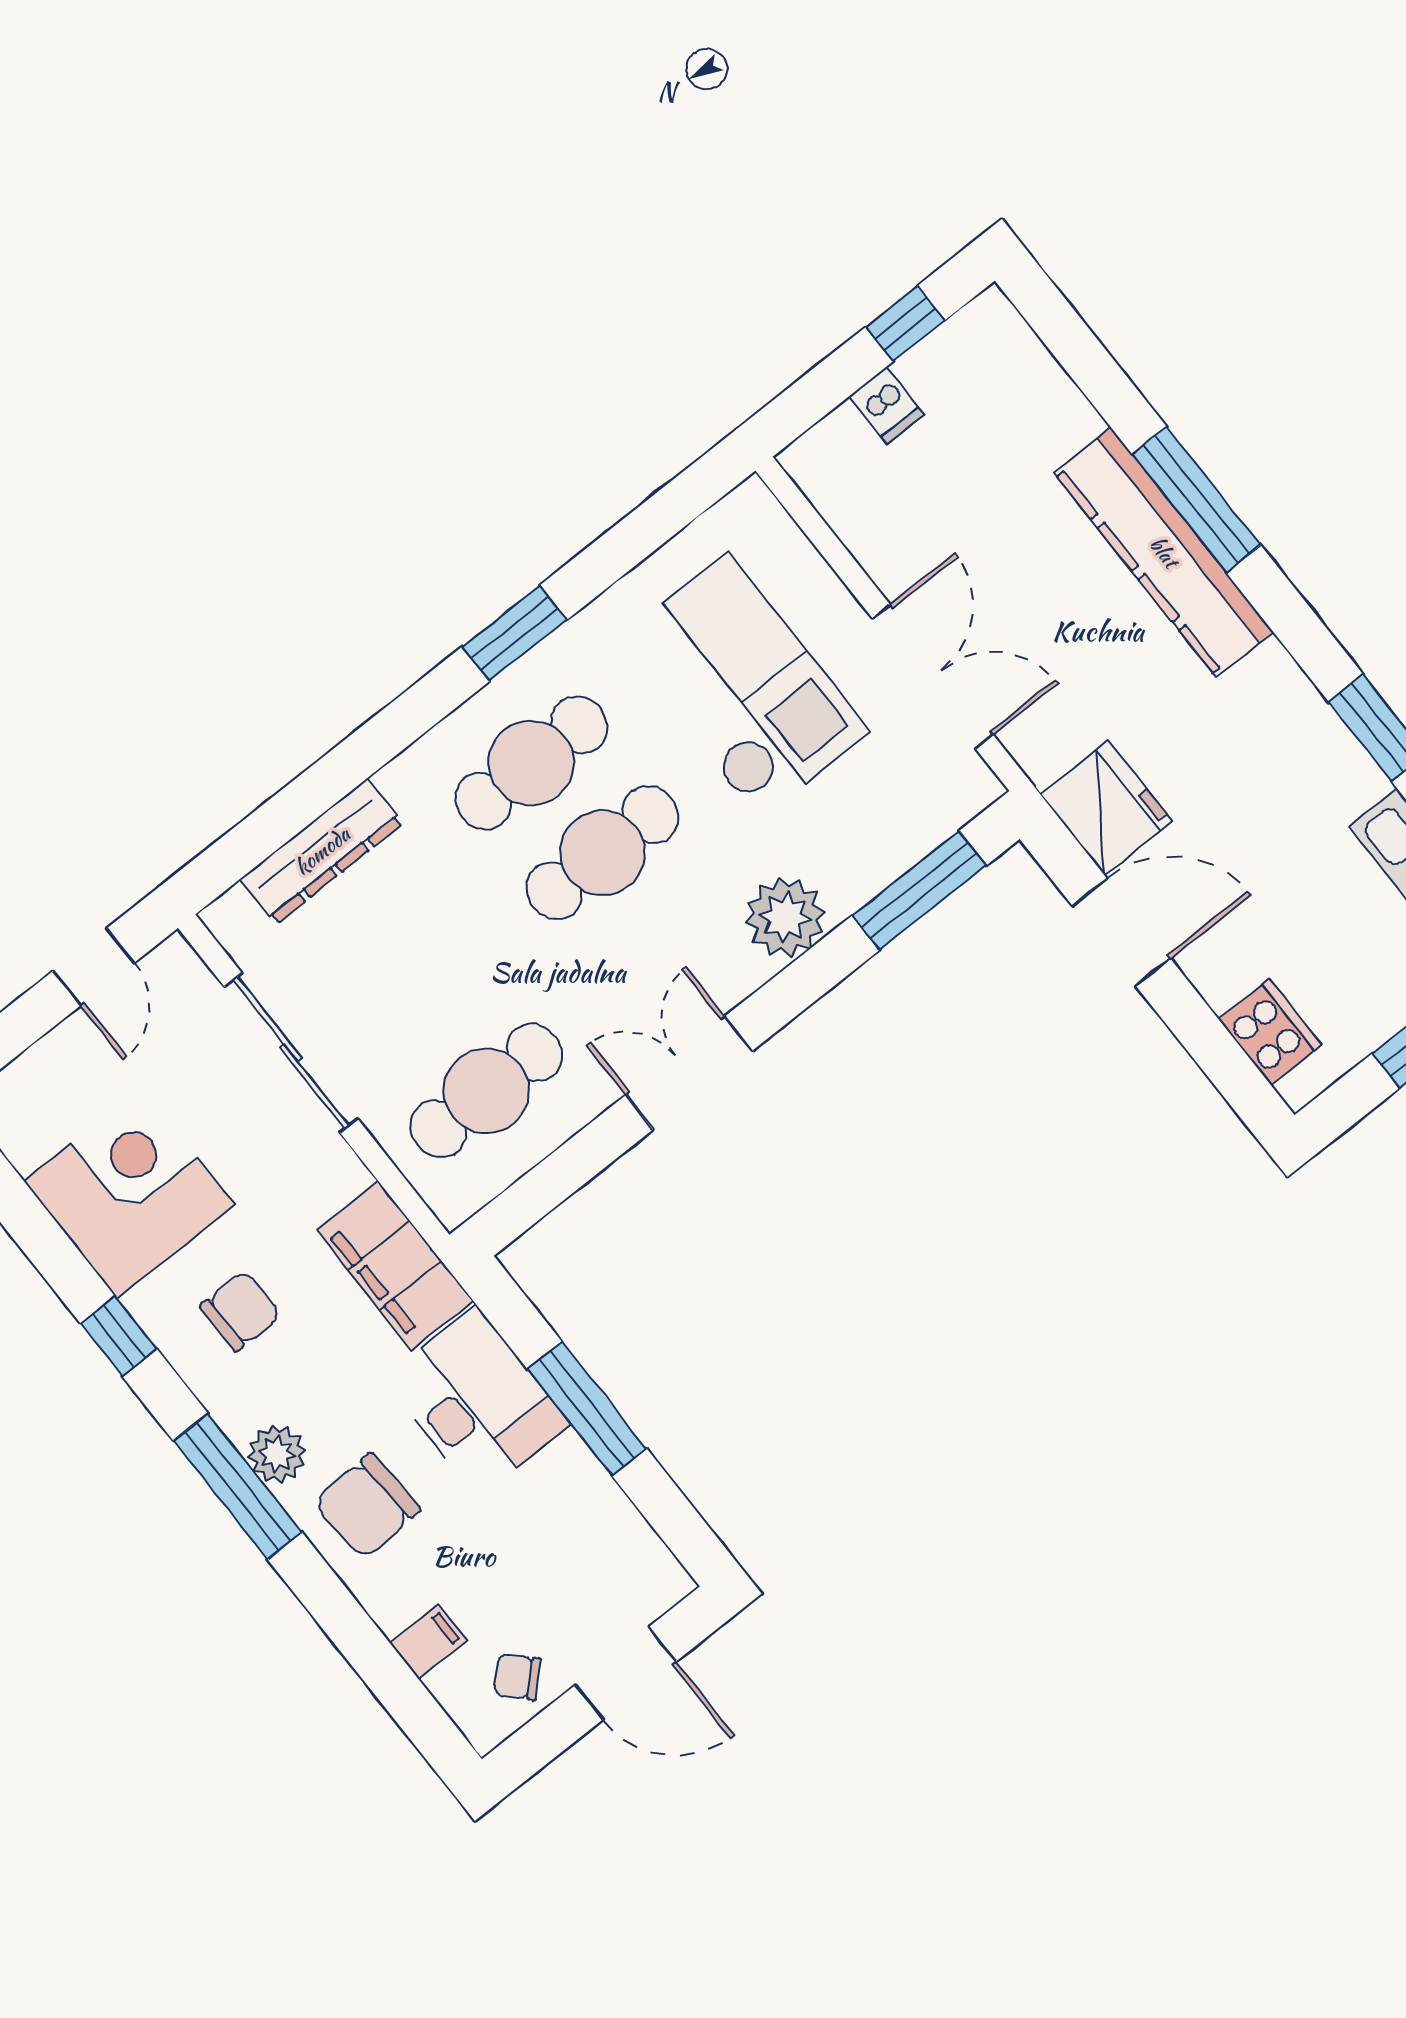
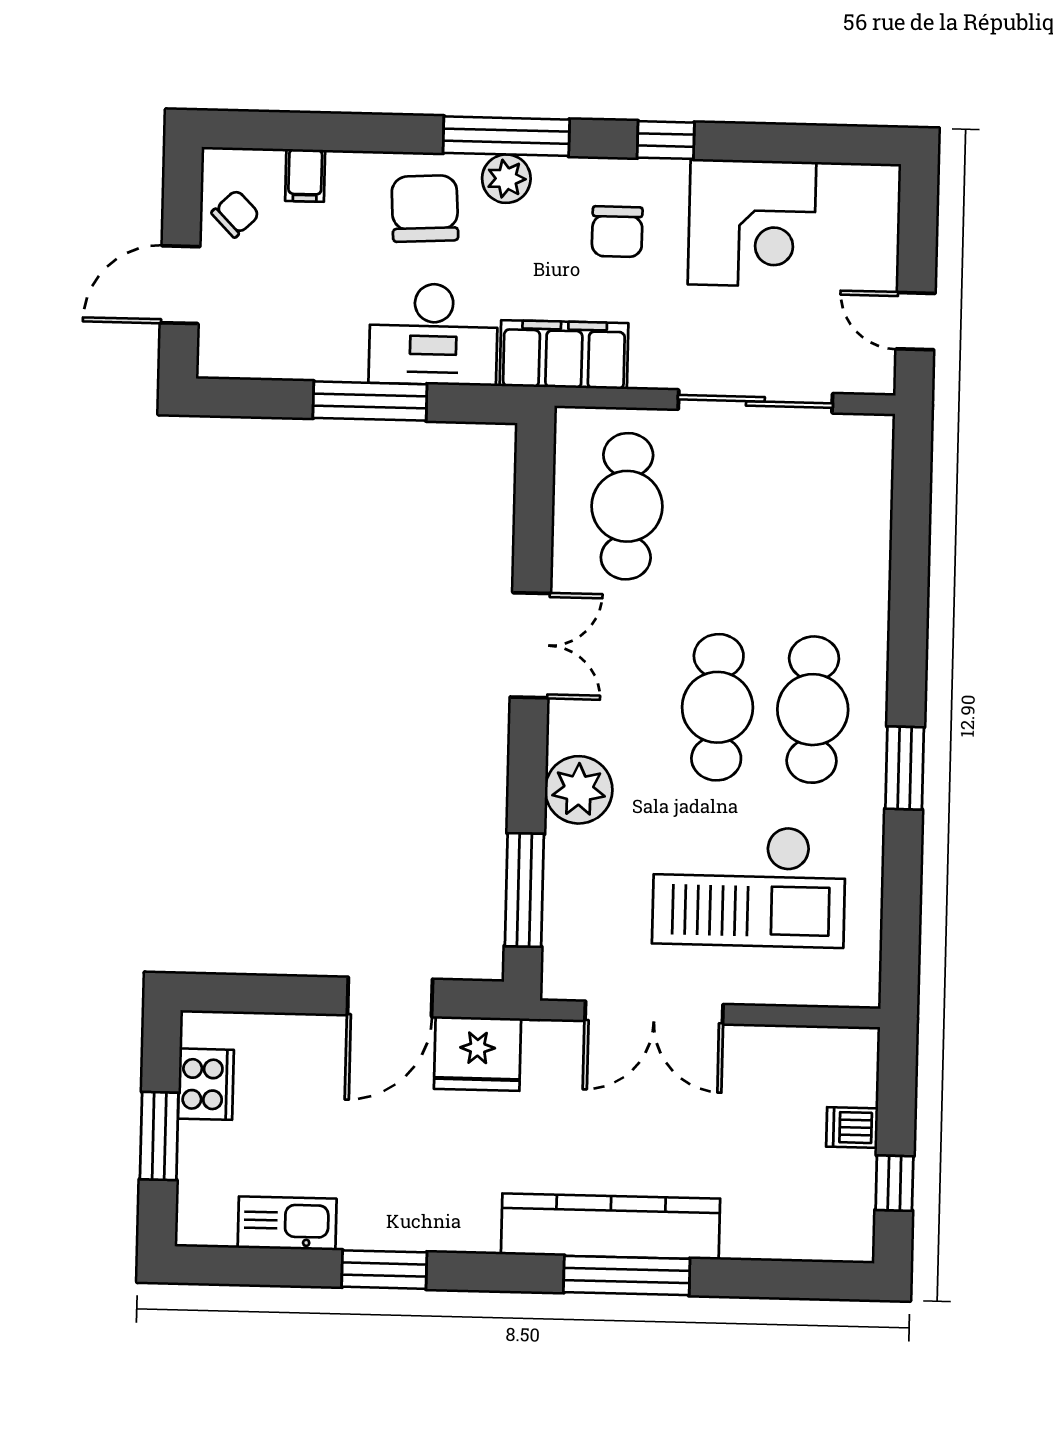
dresser: (322, 851) -> (868, 528), removed
cooker: (1270, 1032) -> (206, 1084), moved, turned -90

